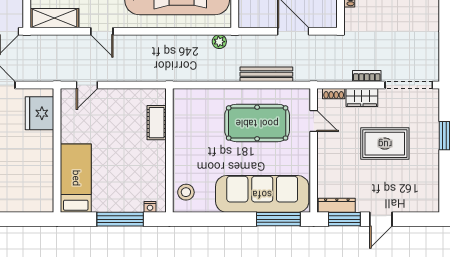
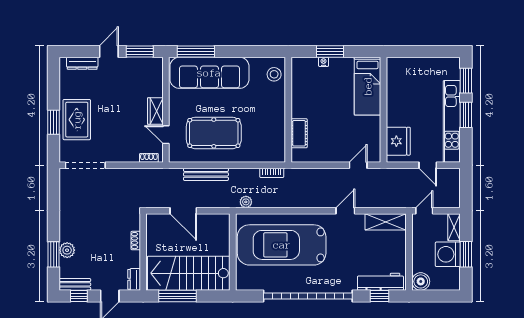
door: (102, 31) -> (345, 211), hinge flipped
bookcase: (367, 76) -> (272, 173), moved
wardrobe: (362, 97) -> (155, 111), moved, turned -90
rug: (385, 144) -> (77, 120), moved, turned 90
dresser: (337, 205) -> (82, 63), moved
nightstand: (150, 207) -> (324, 62), moved
window: (120, 219) -> (330, 51), width x0.69

